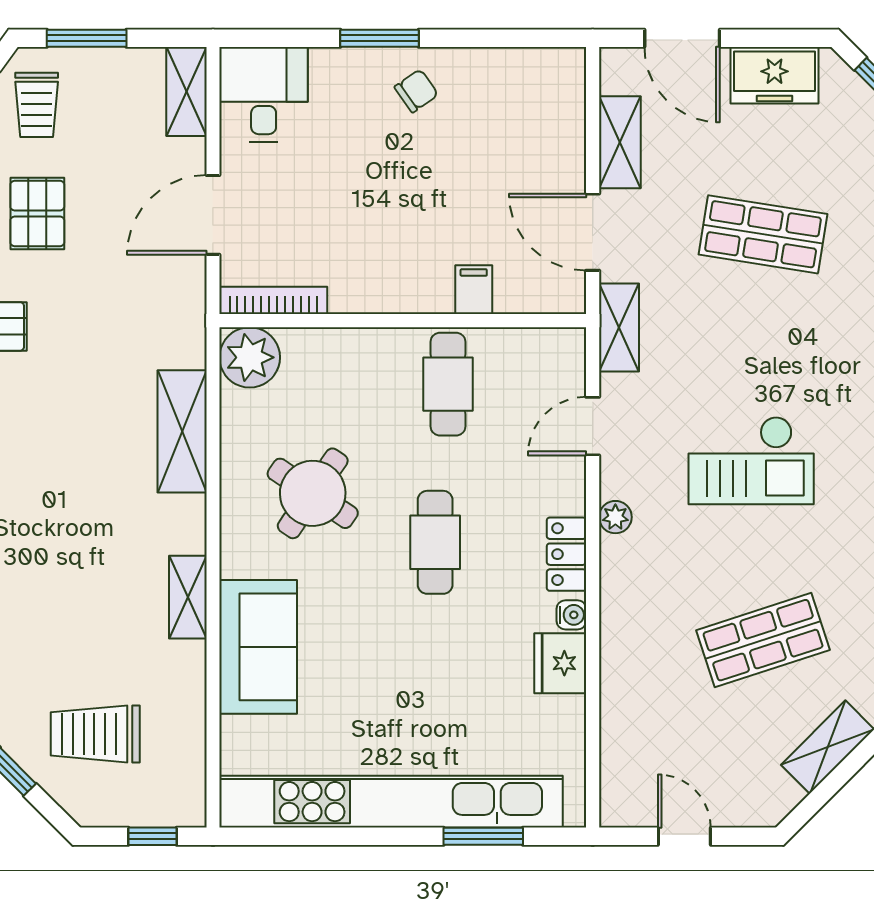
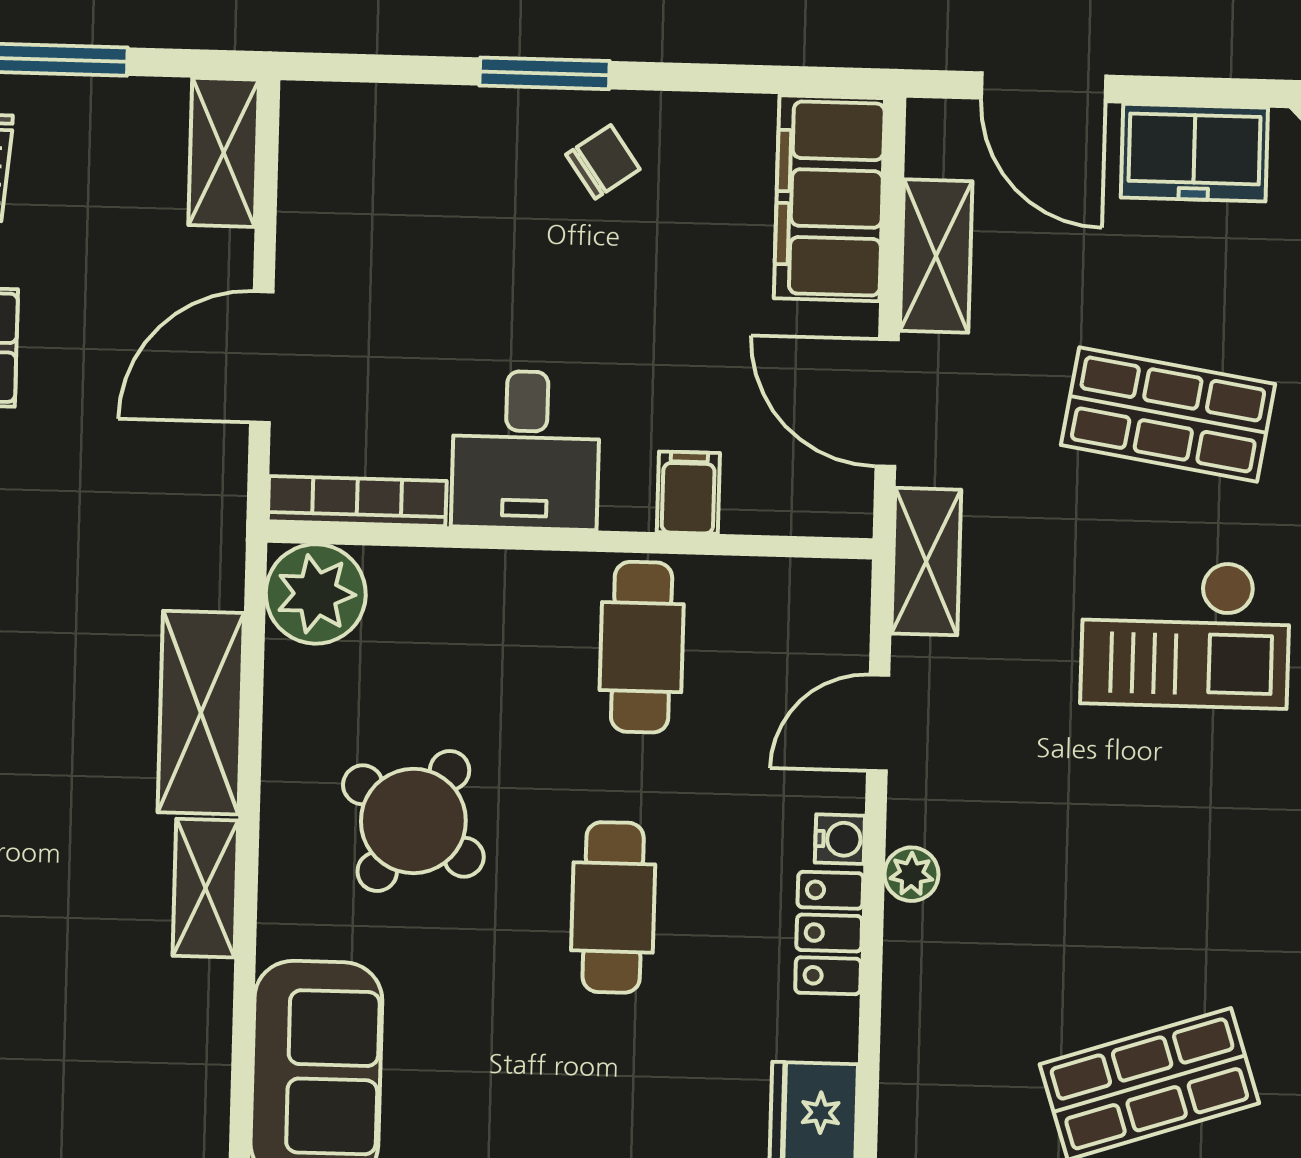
desk: (264, 94) -> (526, 450), moved, turned 180
filing cabinet: (554, 109) -> (829, 198), added
checkout: (751, 460) -> (1185, 634), moved
shelving: (188, 597) -> (205, 888), moved
water cooler: (571, 615) -> (840, 839), moved

